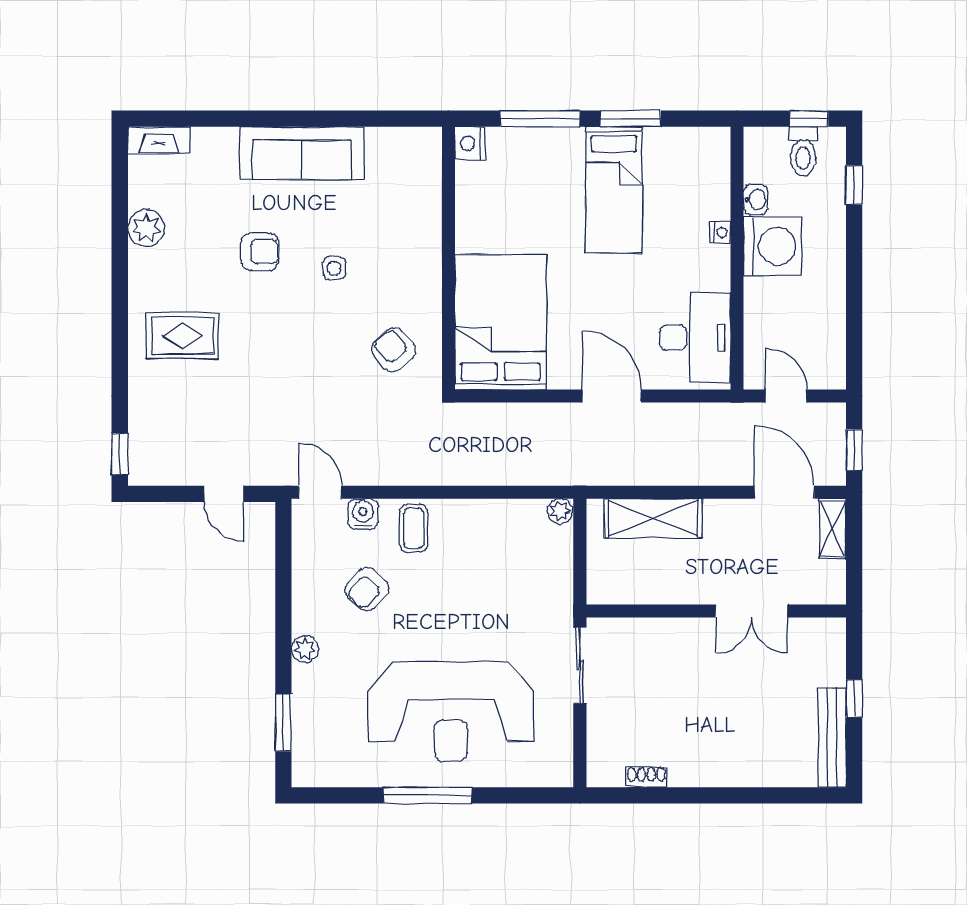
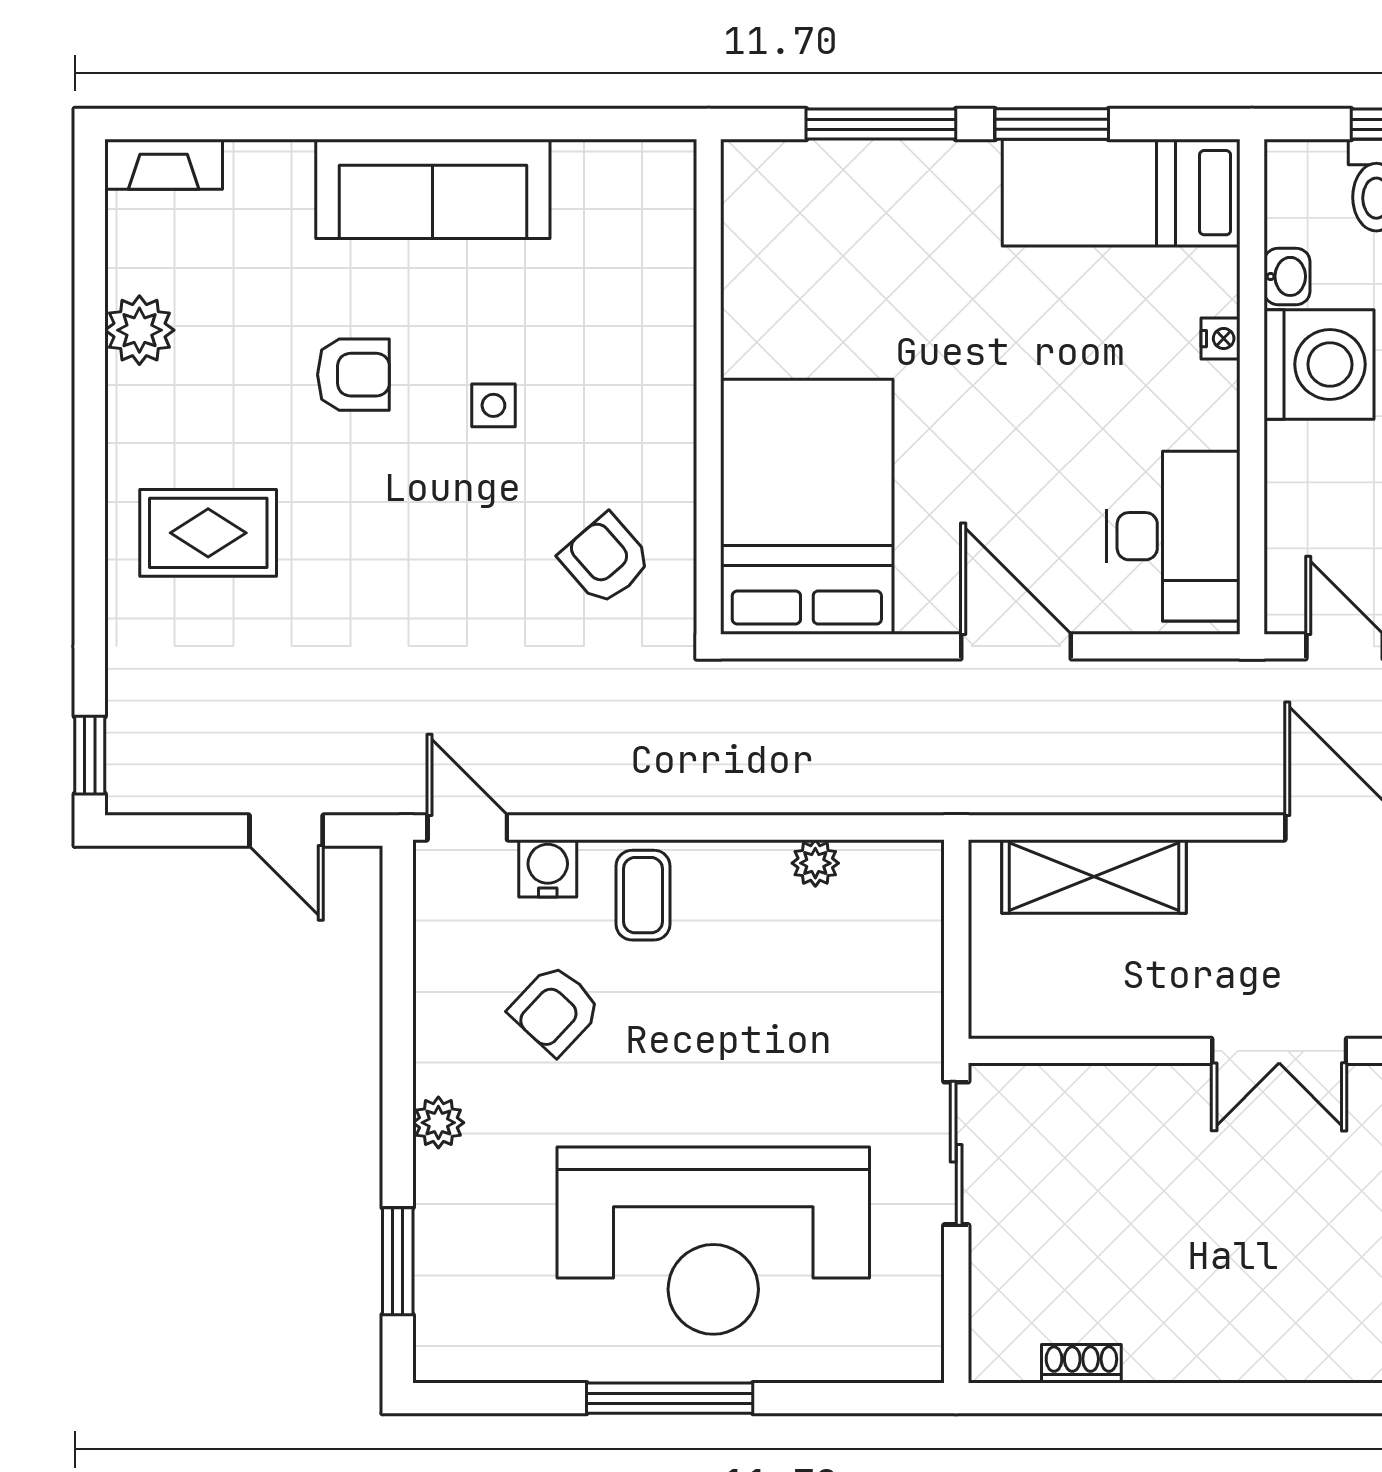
nightstand: (470, 143) -> (749, 170), removed
bed: (614, 190) -> (1121, 193), moved, turned 90
plant: (560, 511) -> (815, 863), moved

